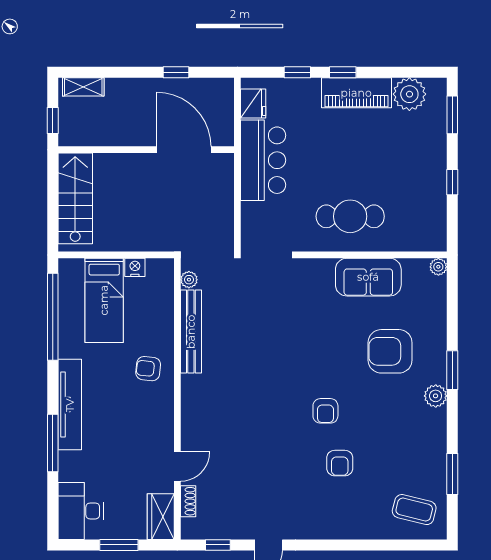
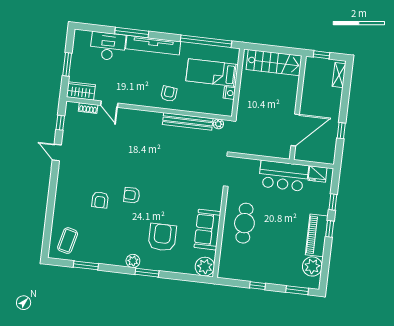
plant: (438, 267) -> (205, 267), width x1.88, depth x1.88
armchair: (340, 463) -> (100, 200), turned -90
desk: (81, 511) -> (108, 46), moved

